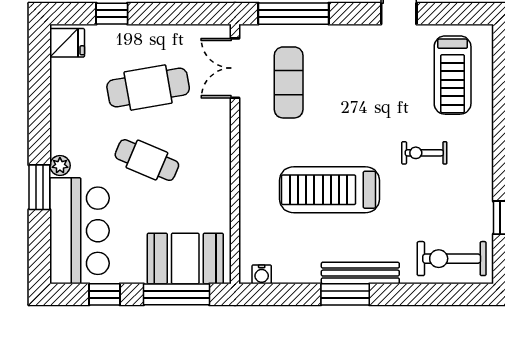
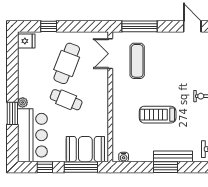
cafe table: (148, 88) -> (67, 63), turned -59
treadmill: (330, 190) -> (158, 115), width x0.73, depth x0.73

